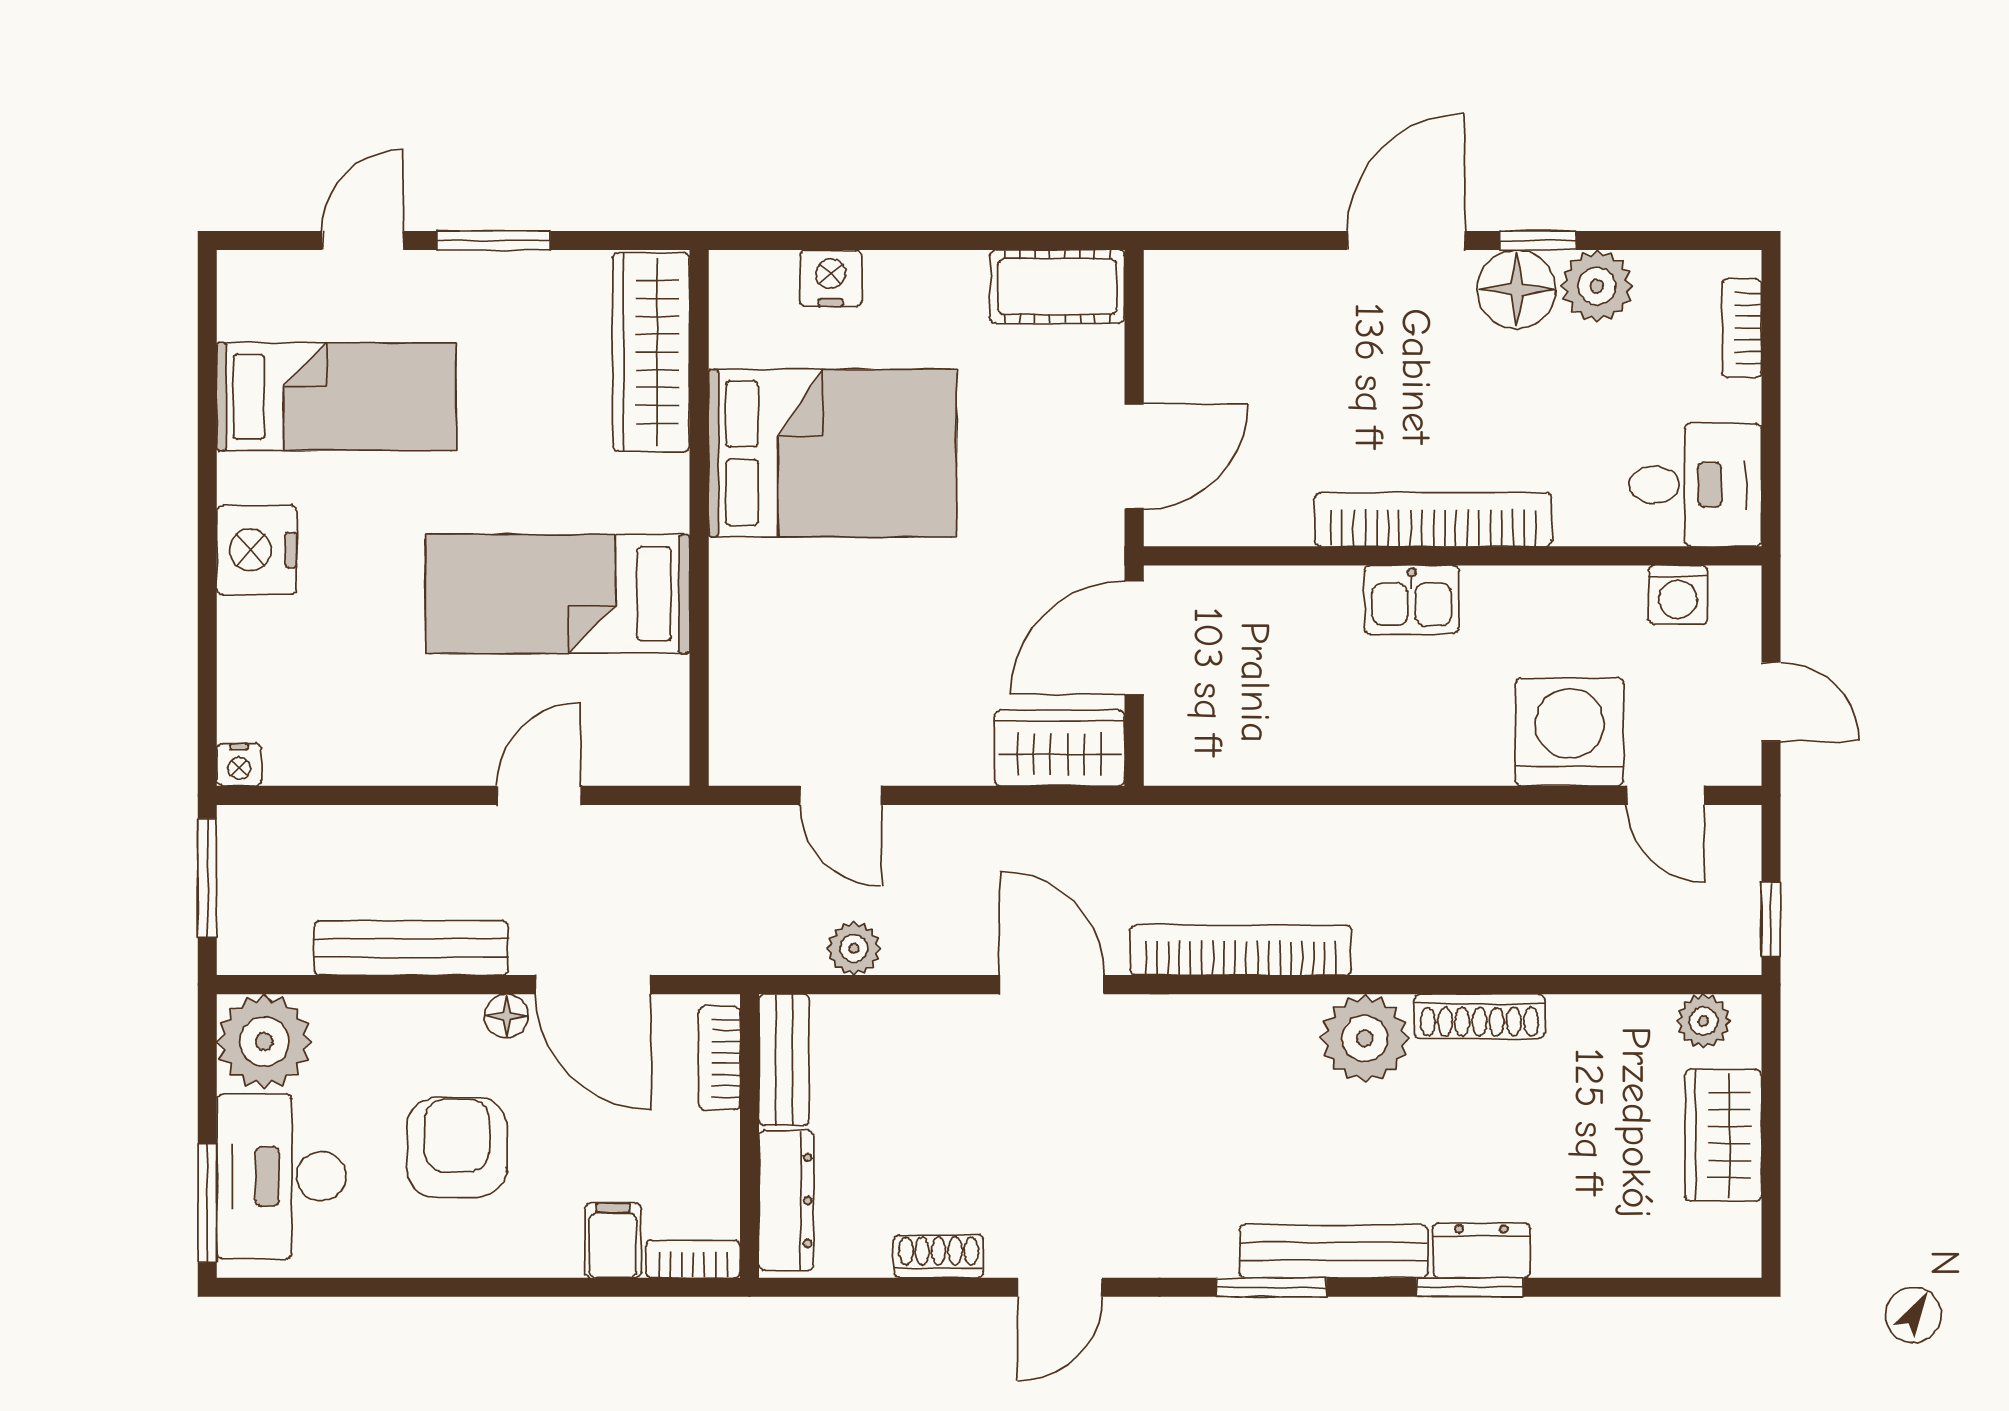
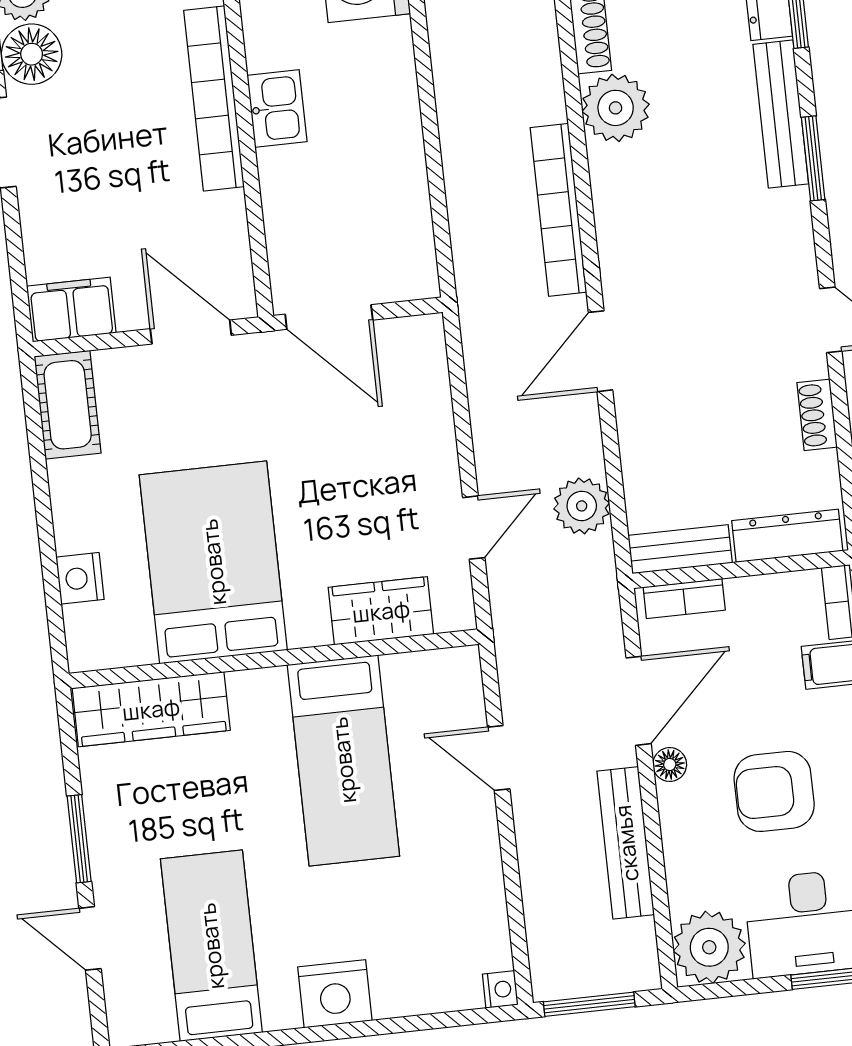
filing cabinet: (1180, 305) -> (71, 309), added
wardrobe: (1060, 748) -> (381, 611), moved, turned 90
plant: (854, 948) -> (582, 506), width x1.38, depth x1.38

